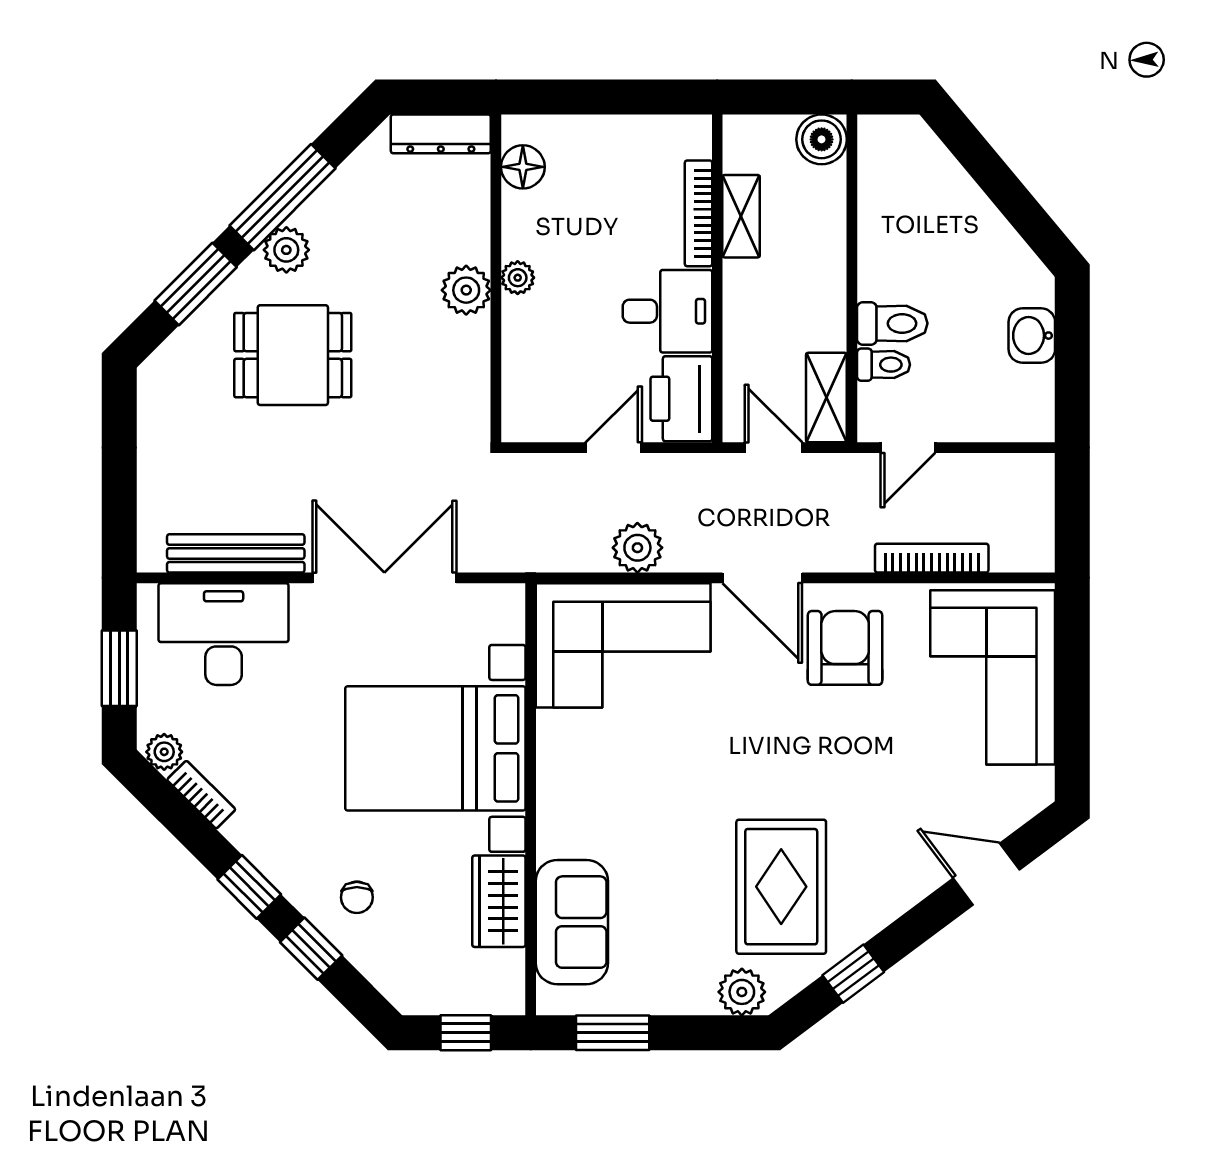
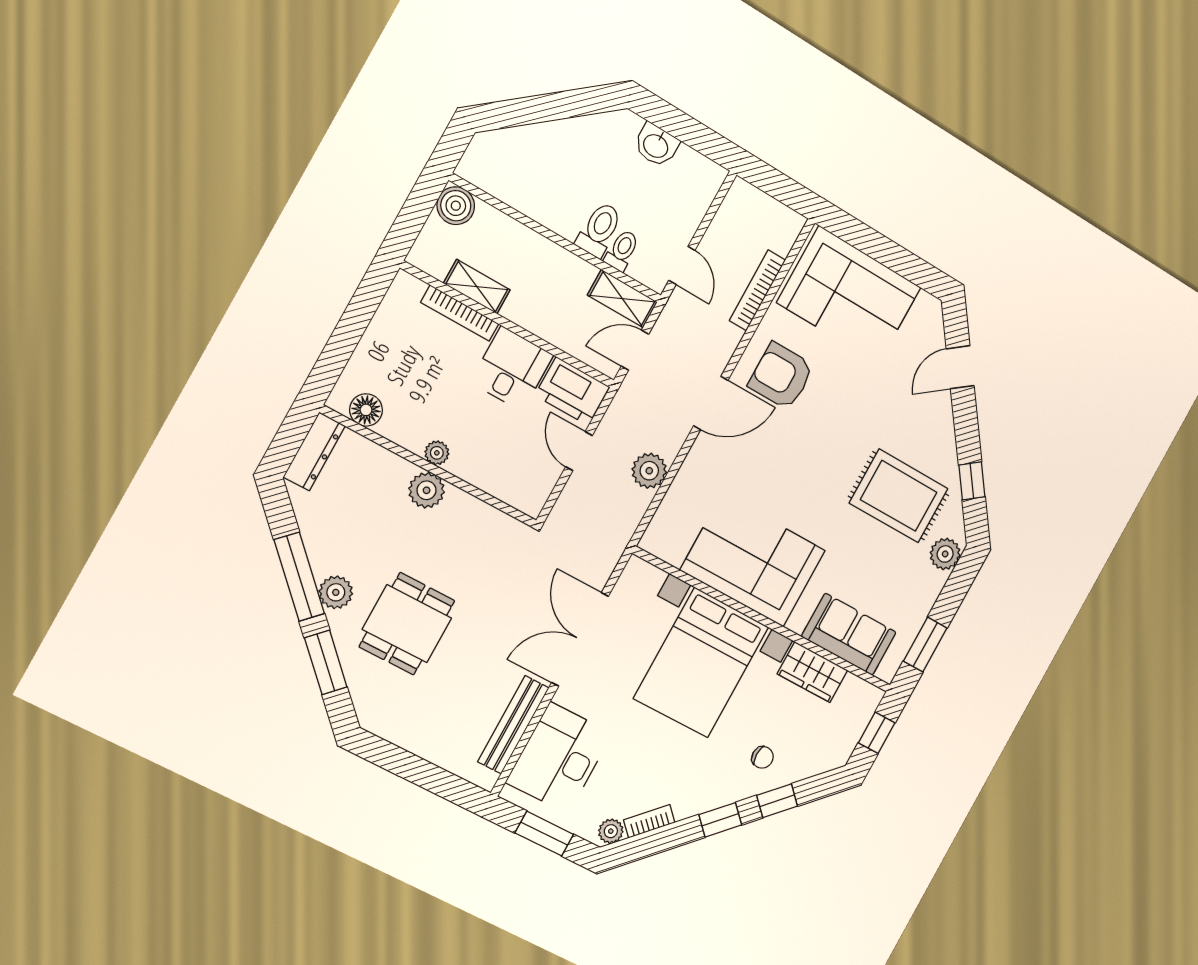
corner sofa: (623, 645) -> (753, 560), moved, turned -90

